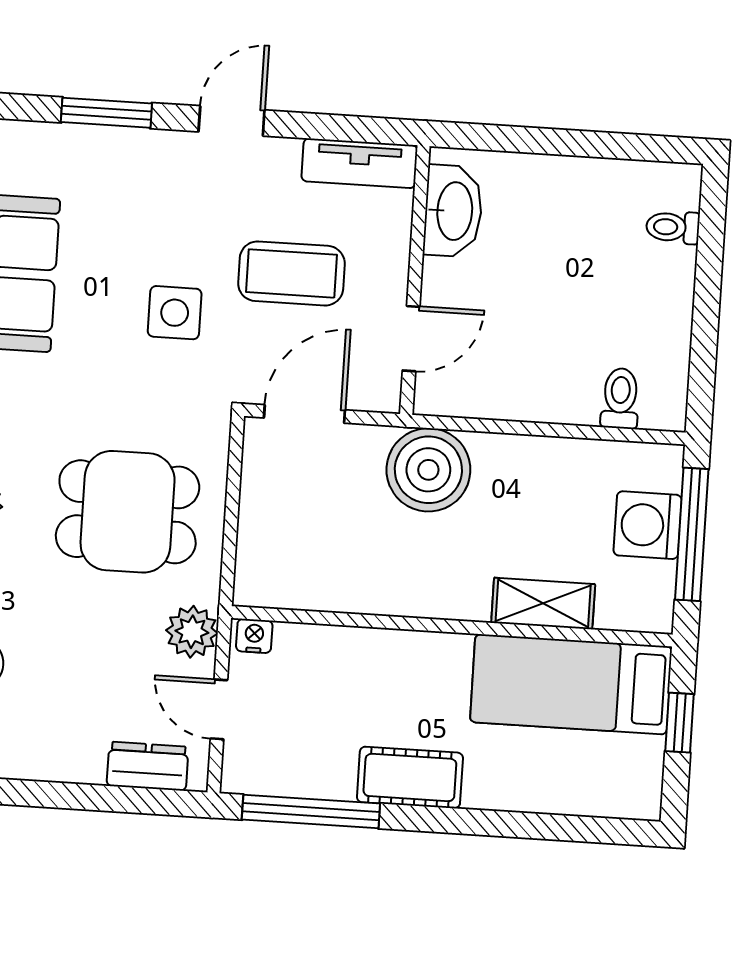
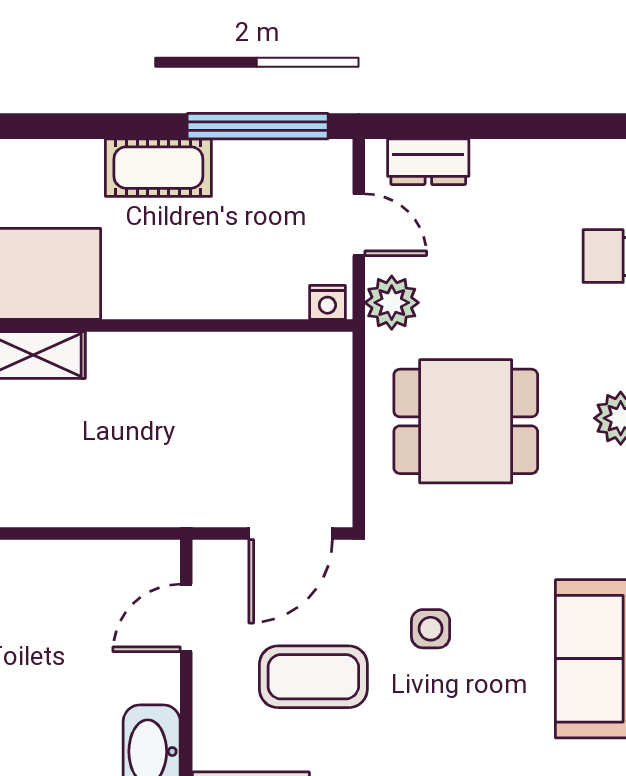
side table: (175, 313) -> (431, 629), width x0.73, depth x0.73
boiler: (428, 470) -> (160, 484), removed

